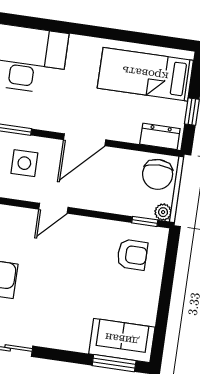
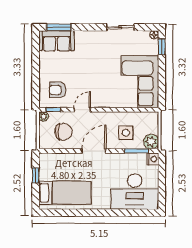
dresser: (160, 136) -> (52, 159), removed
chair: (158, 174) -> (63, 132), moved, turned 90
door: (53, 208) -> (82, 110), moved

